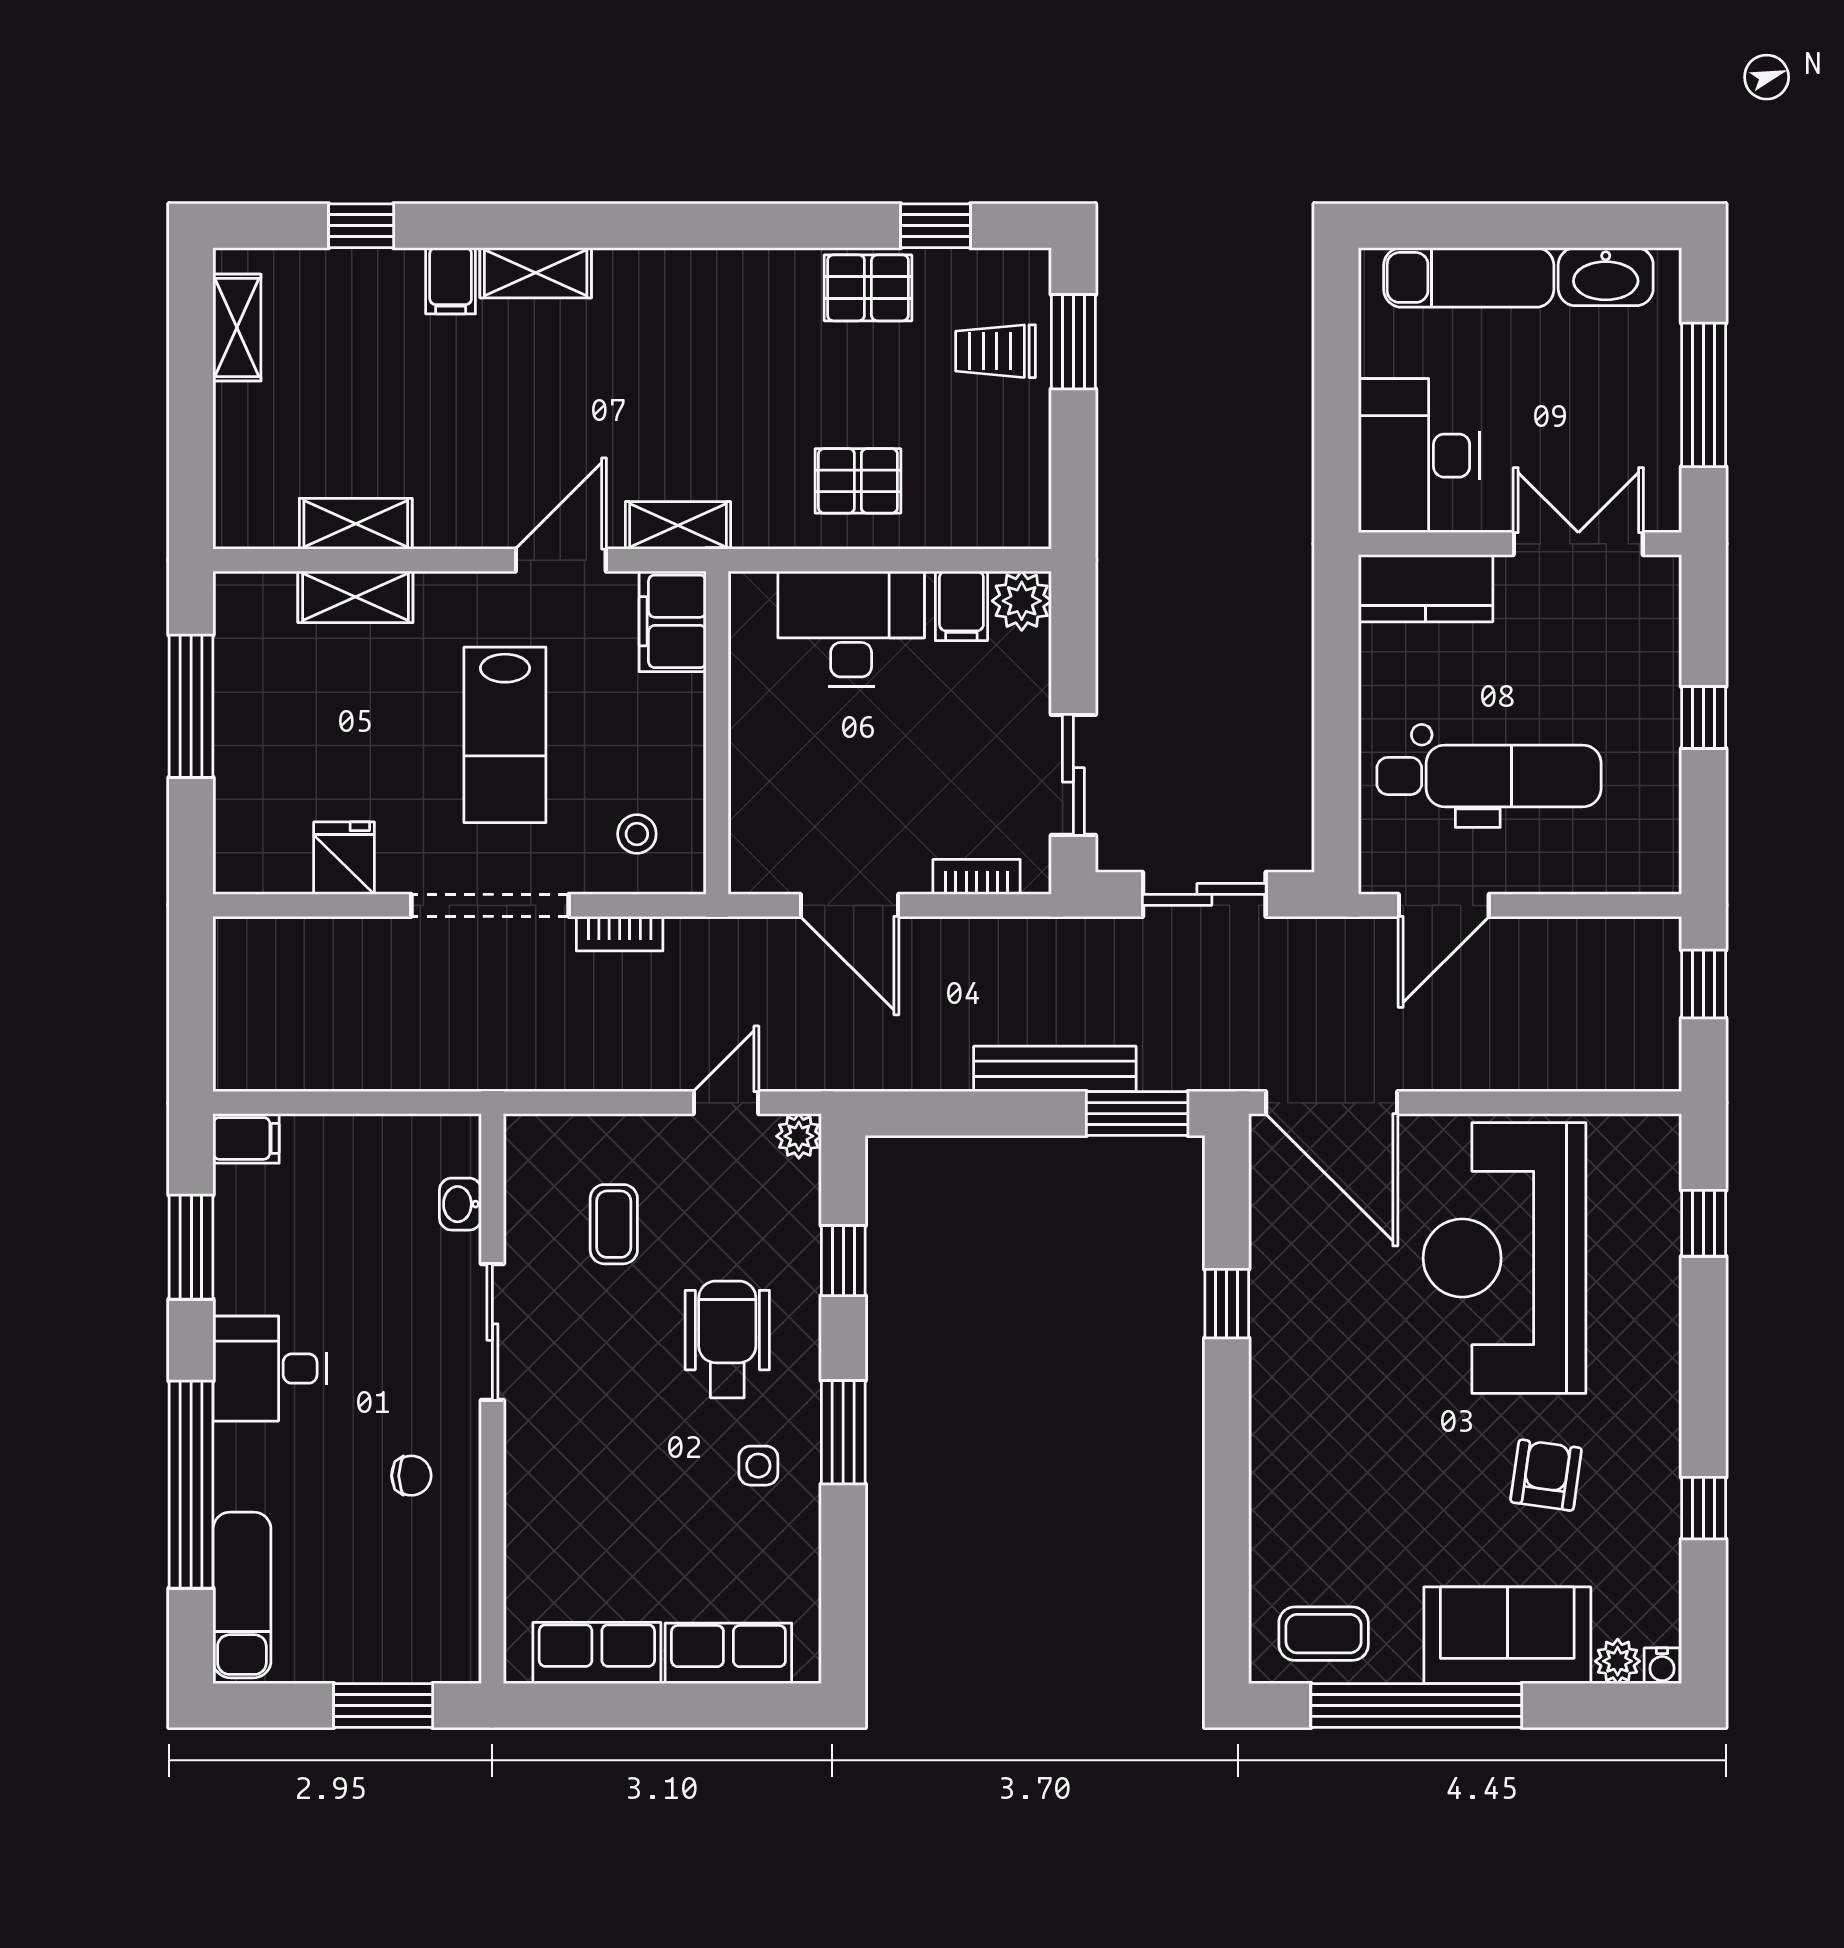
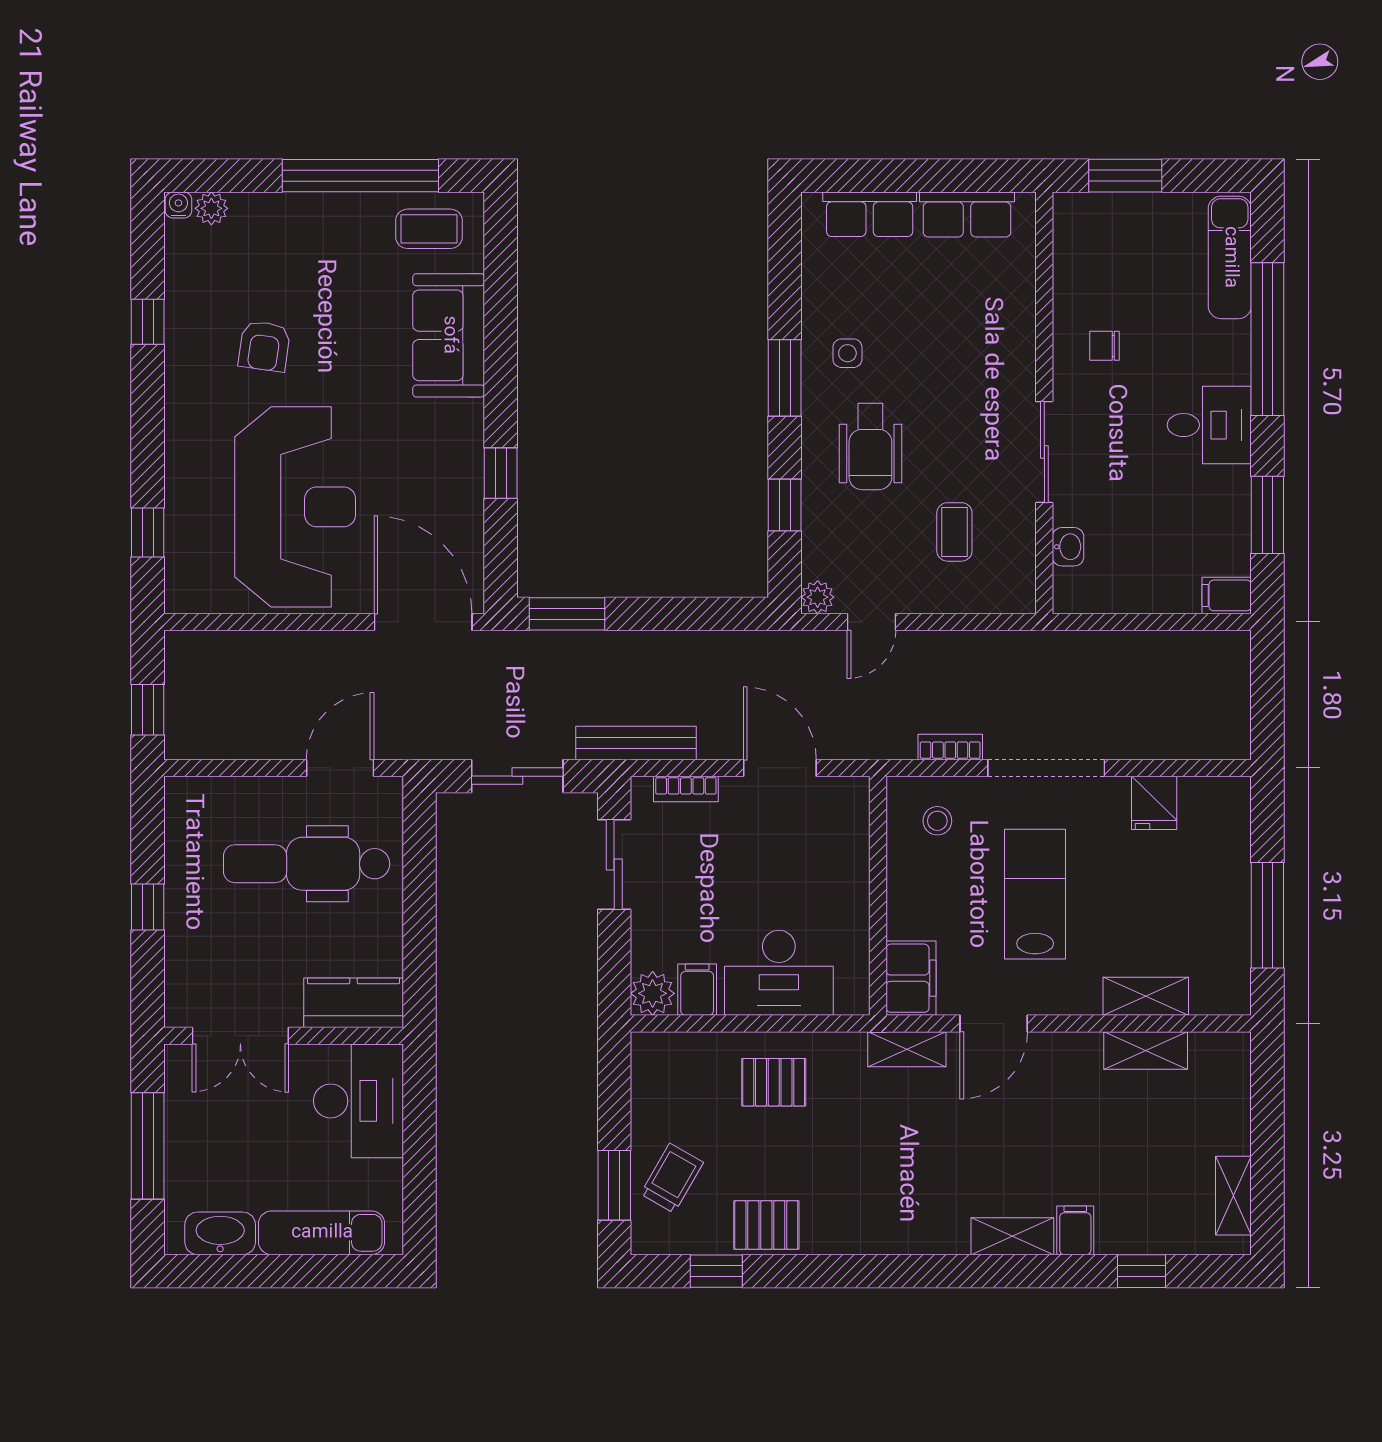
trolley: (996, 351) -> (672, 1178), turned -60
bench: (1055, 1069) -> (636, 743), moved
sofa: (1507, 1635) -> (449, 335), moved, turned 90

